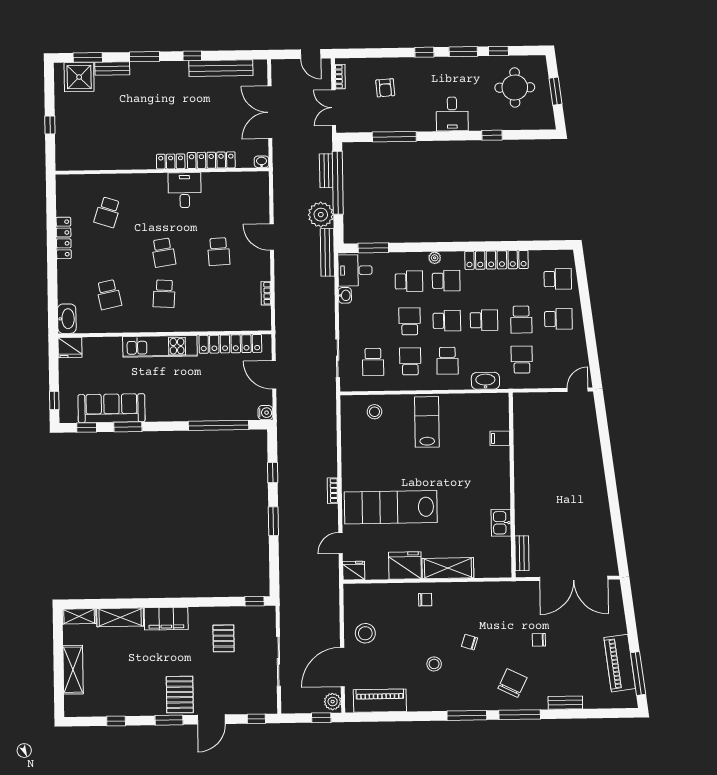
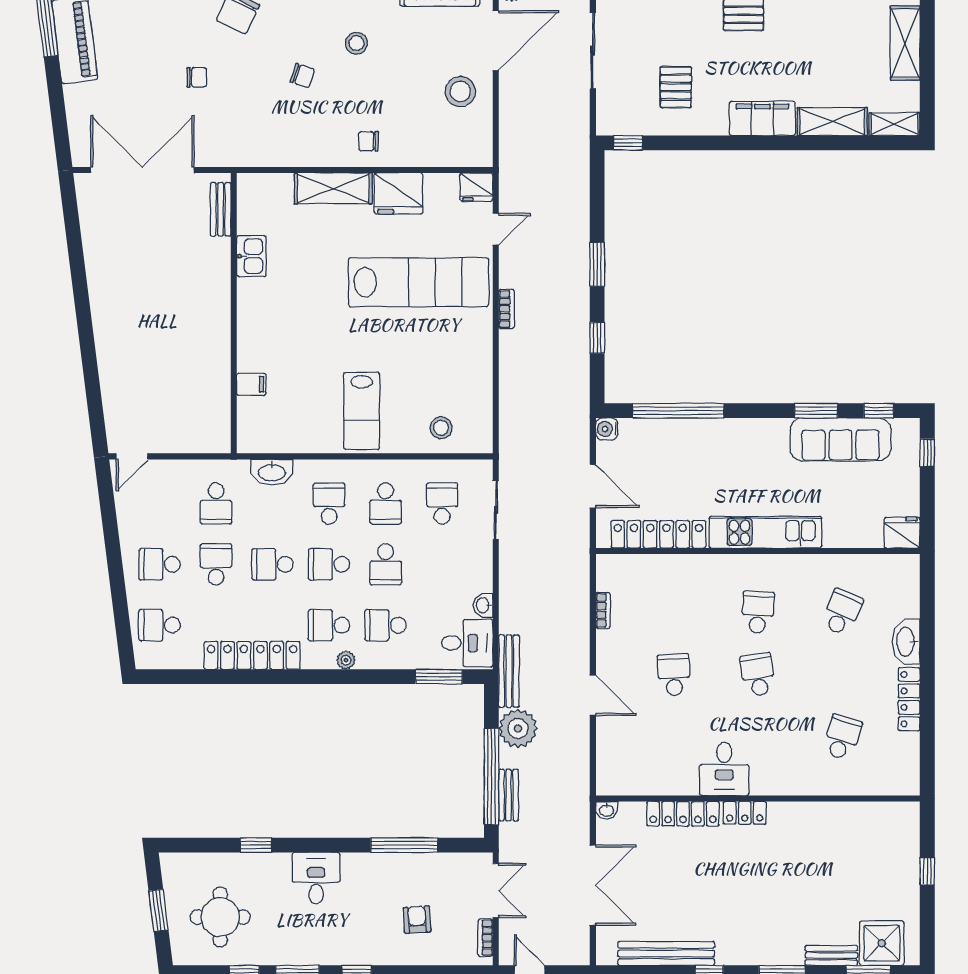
school desk: (109, 295) -> (842, 612), turned 36
washbasin: (67, 319) -> (906, 642), moved

